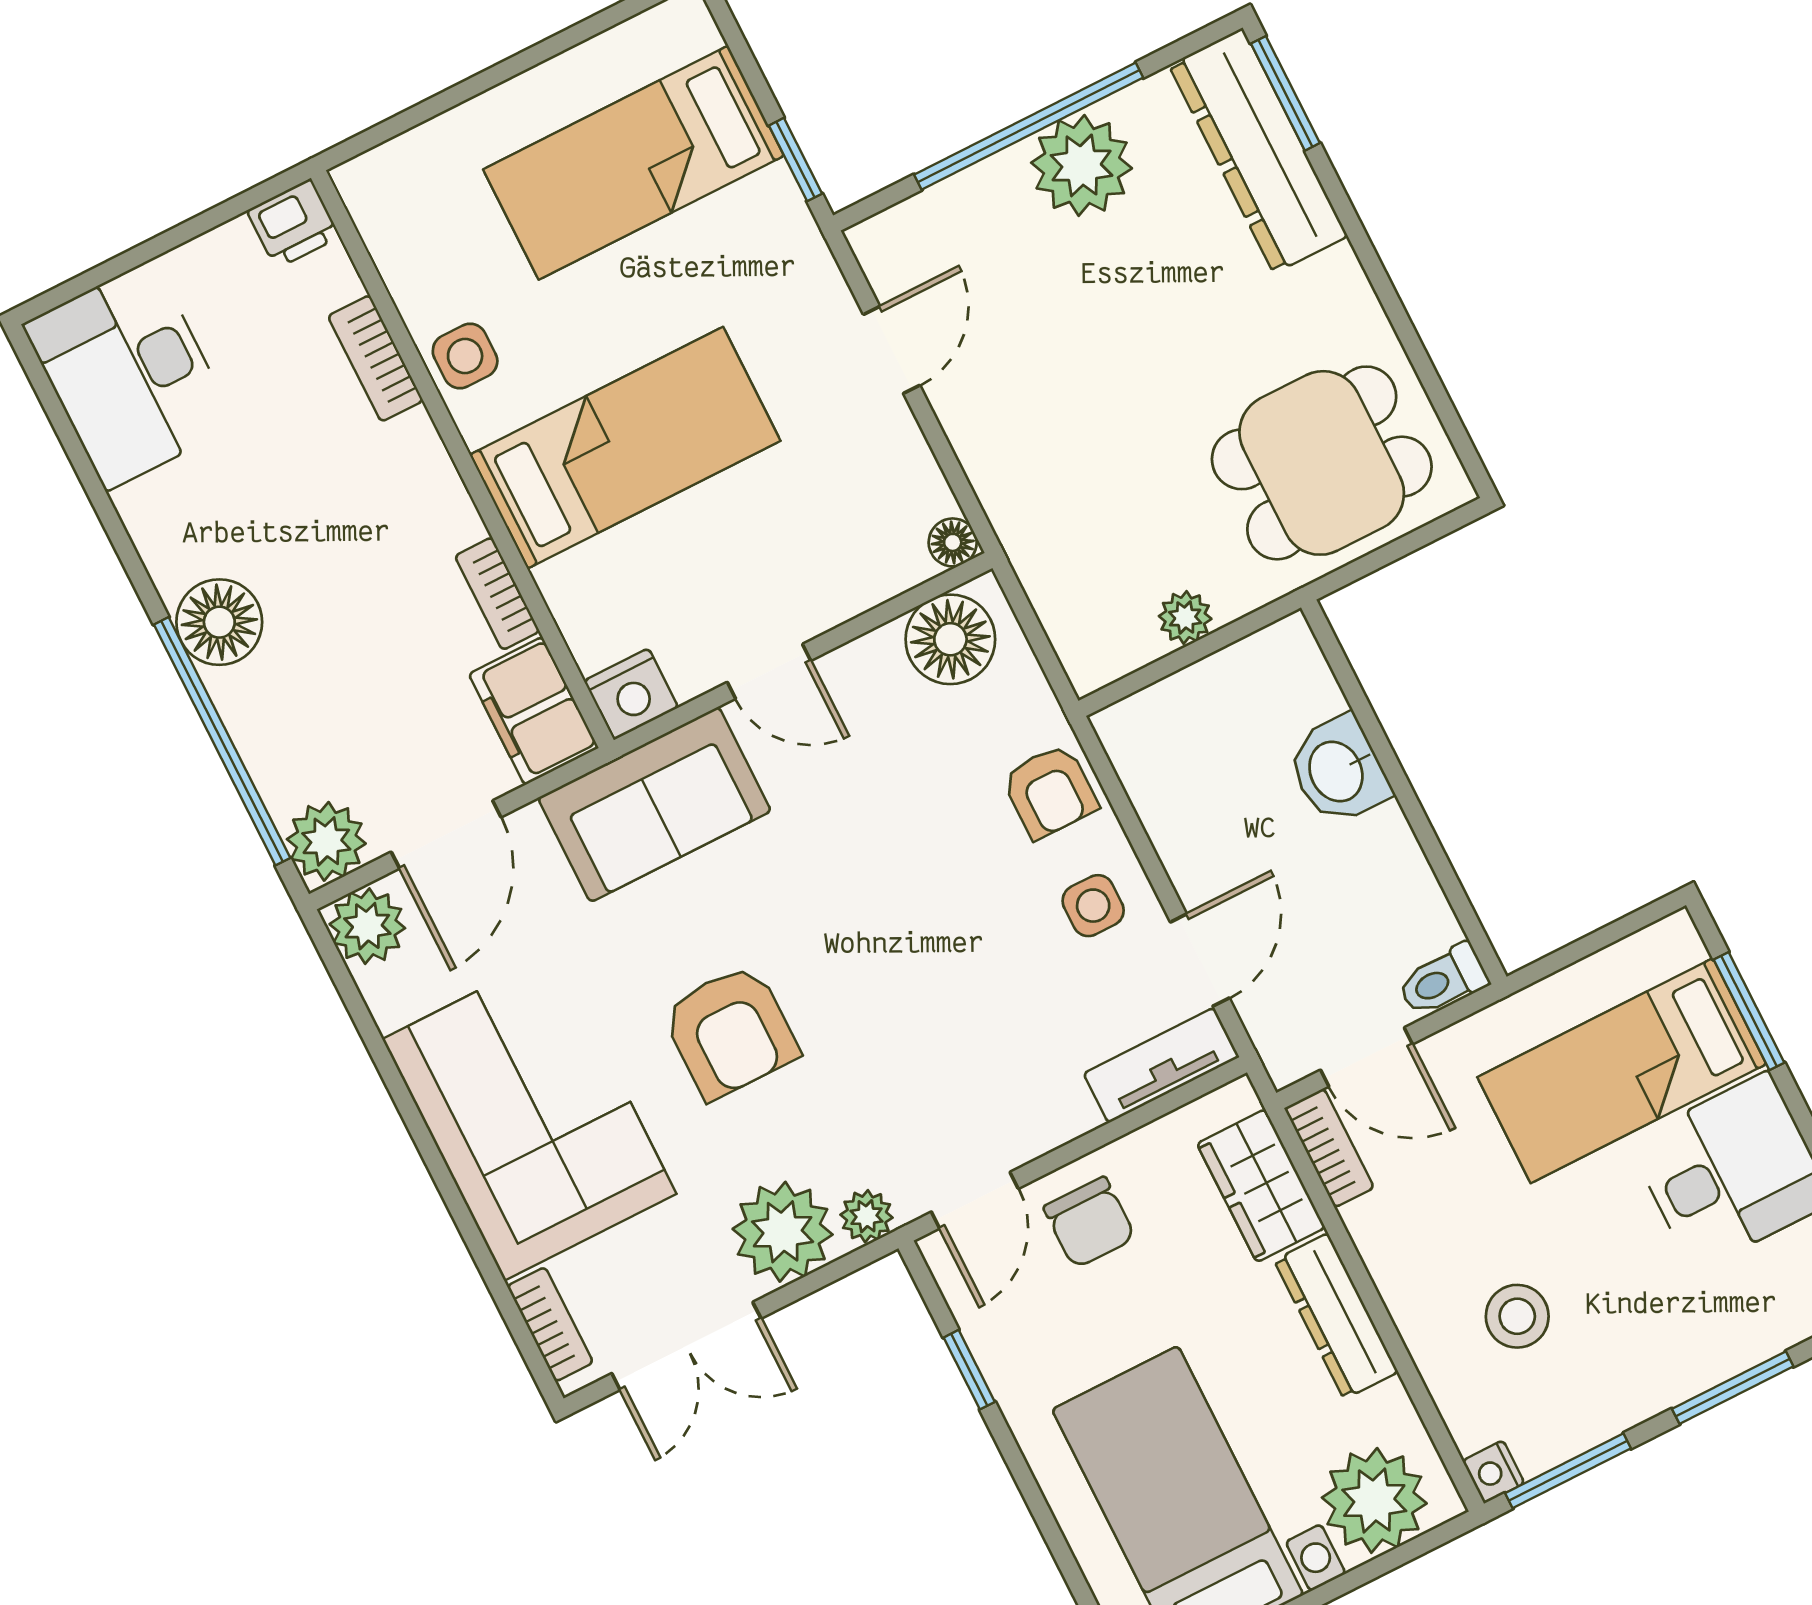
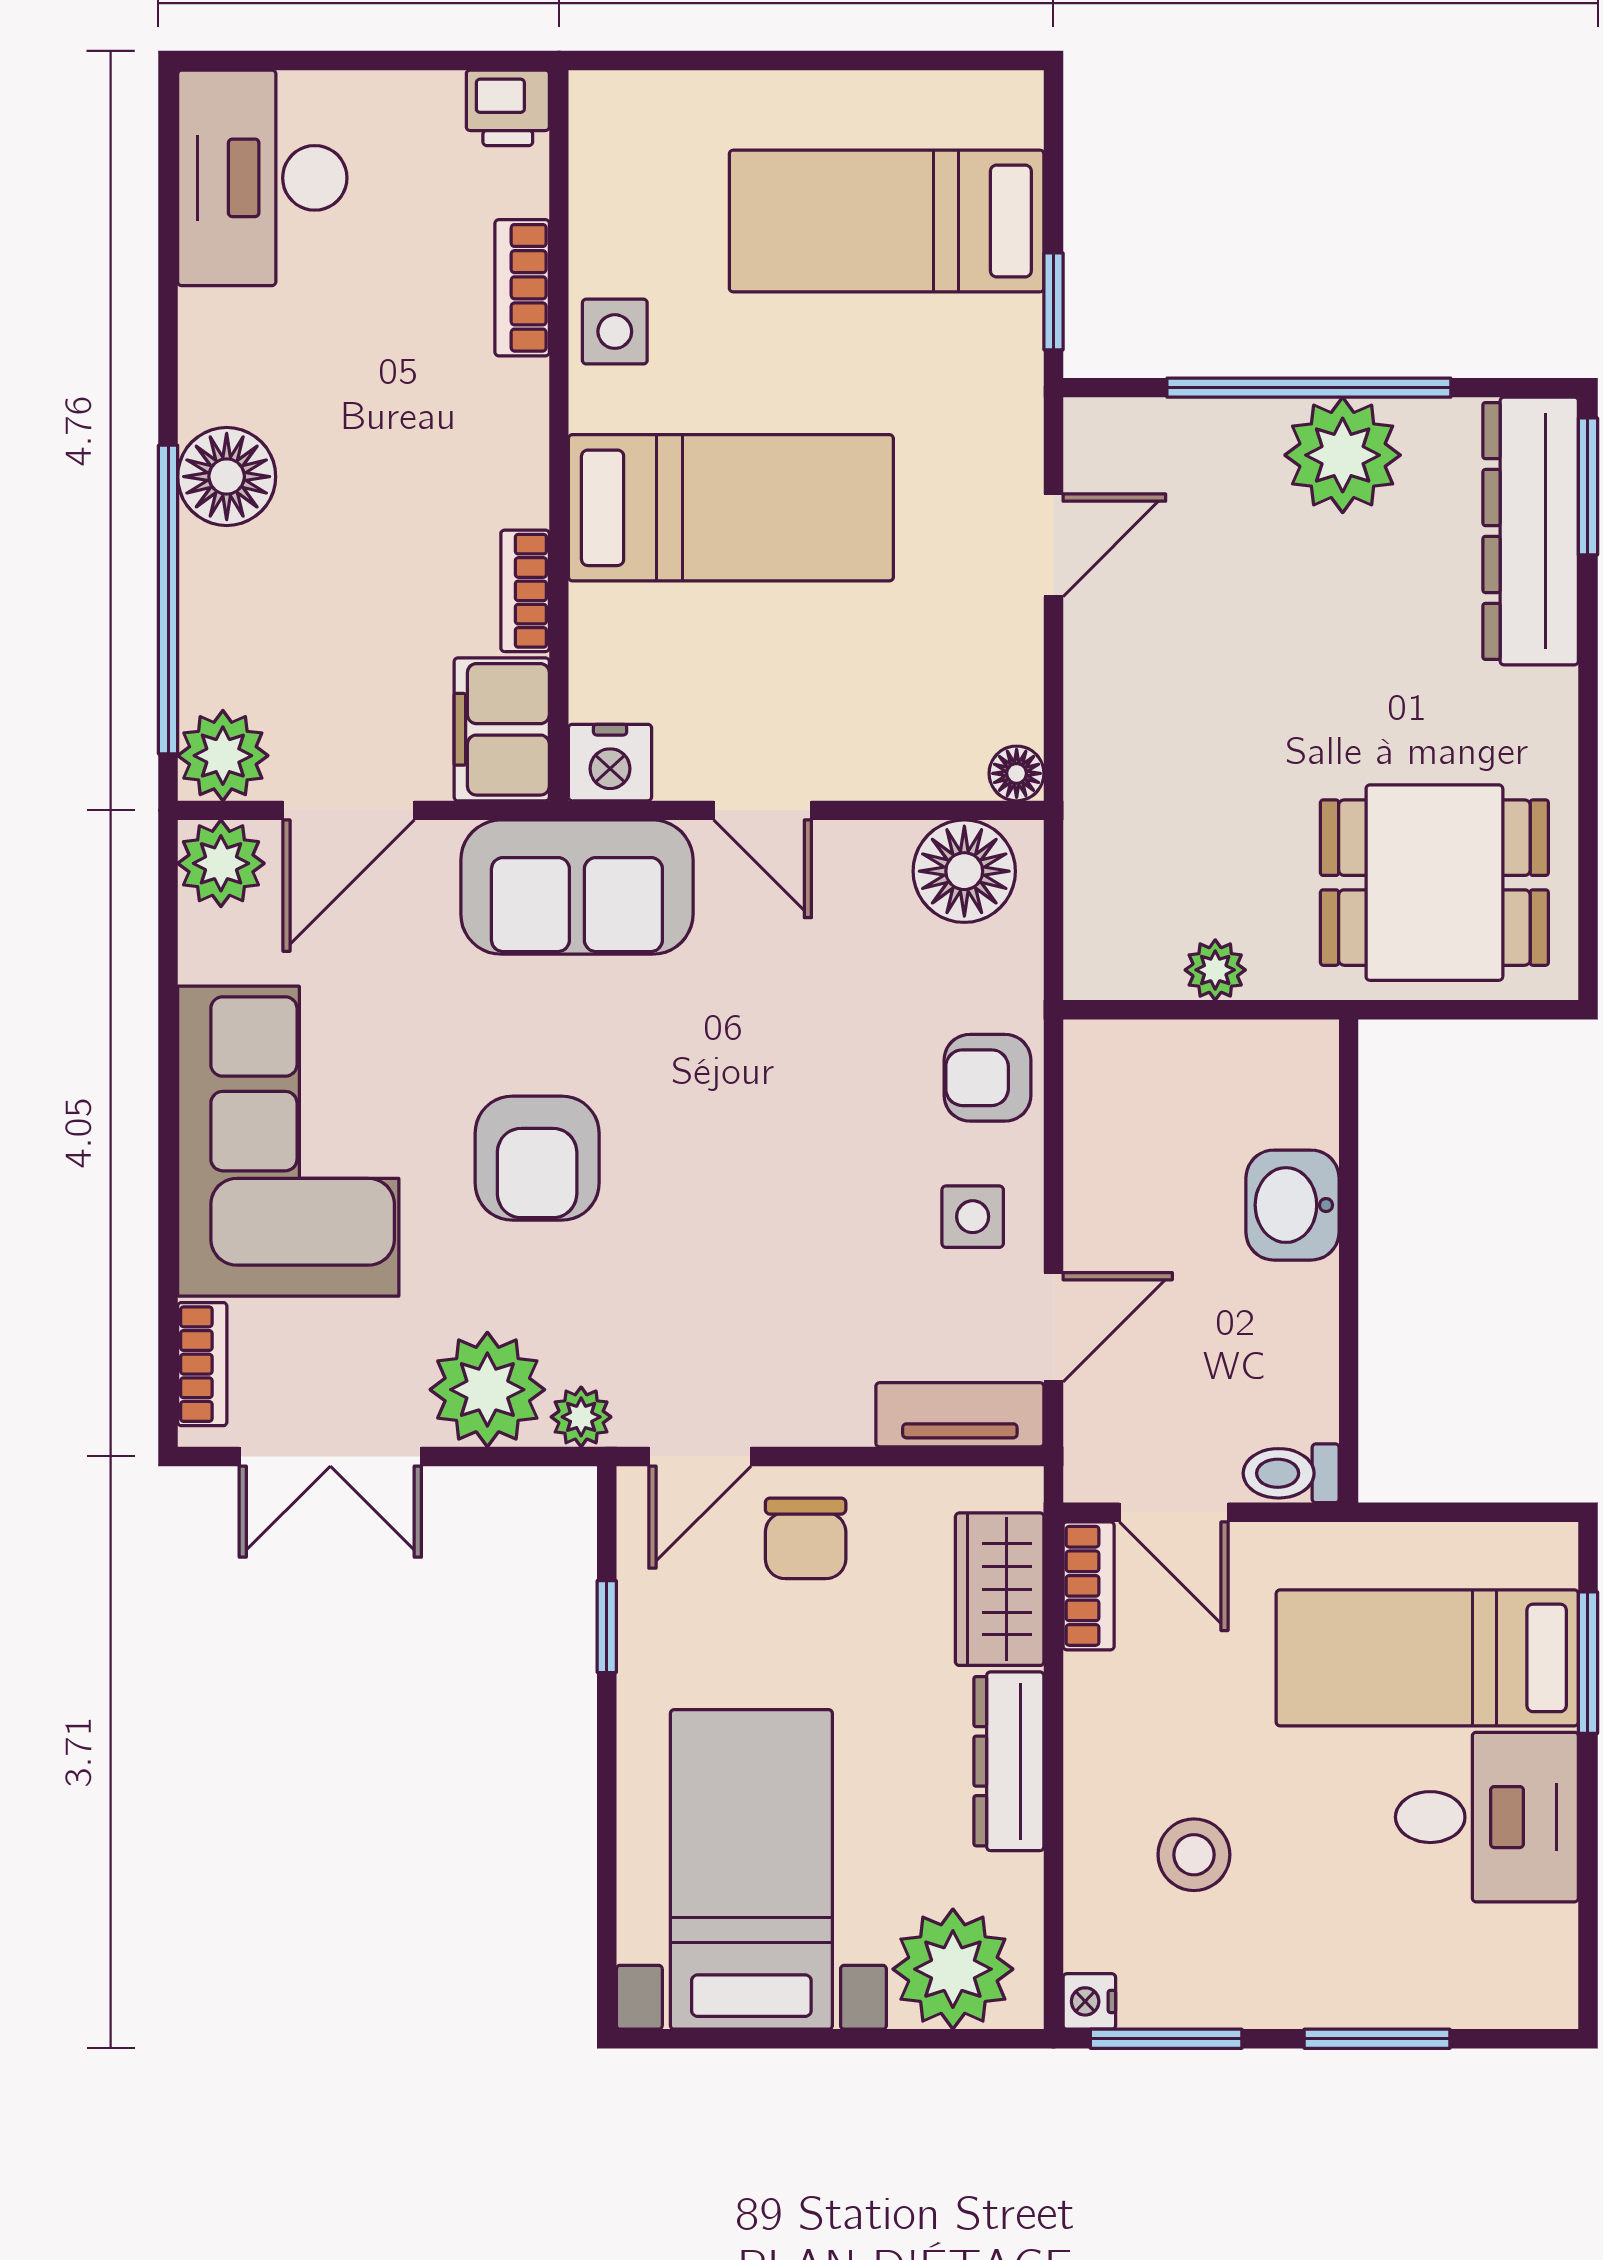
armchair: (1050, 791) -> (987, 1078), turned 90

